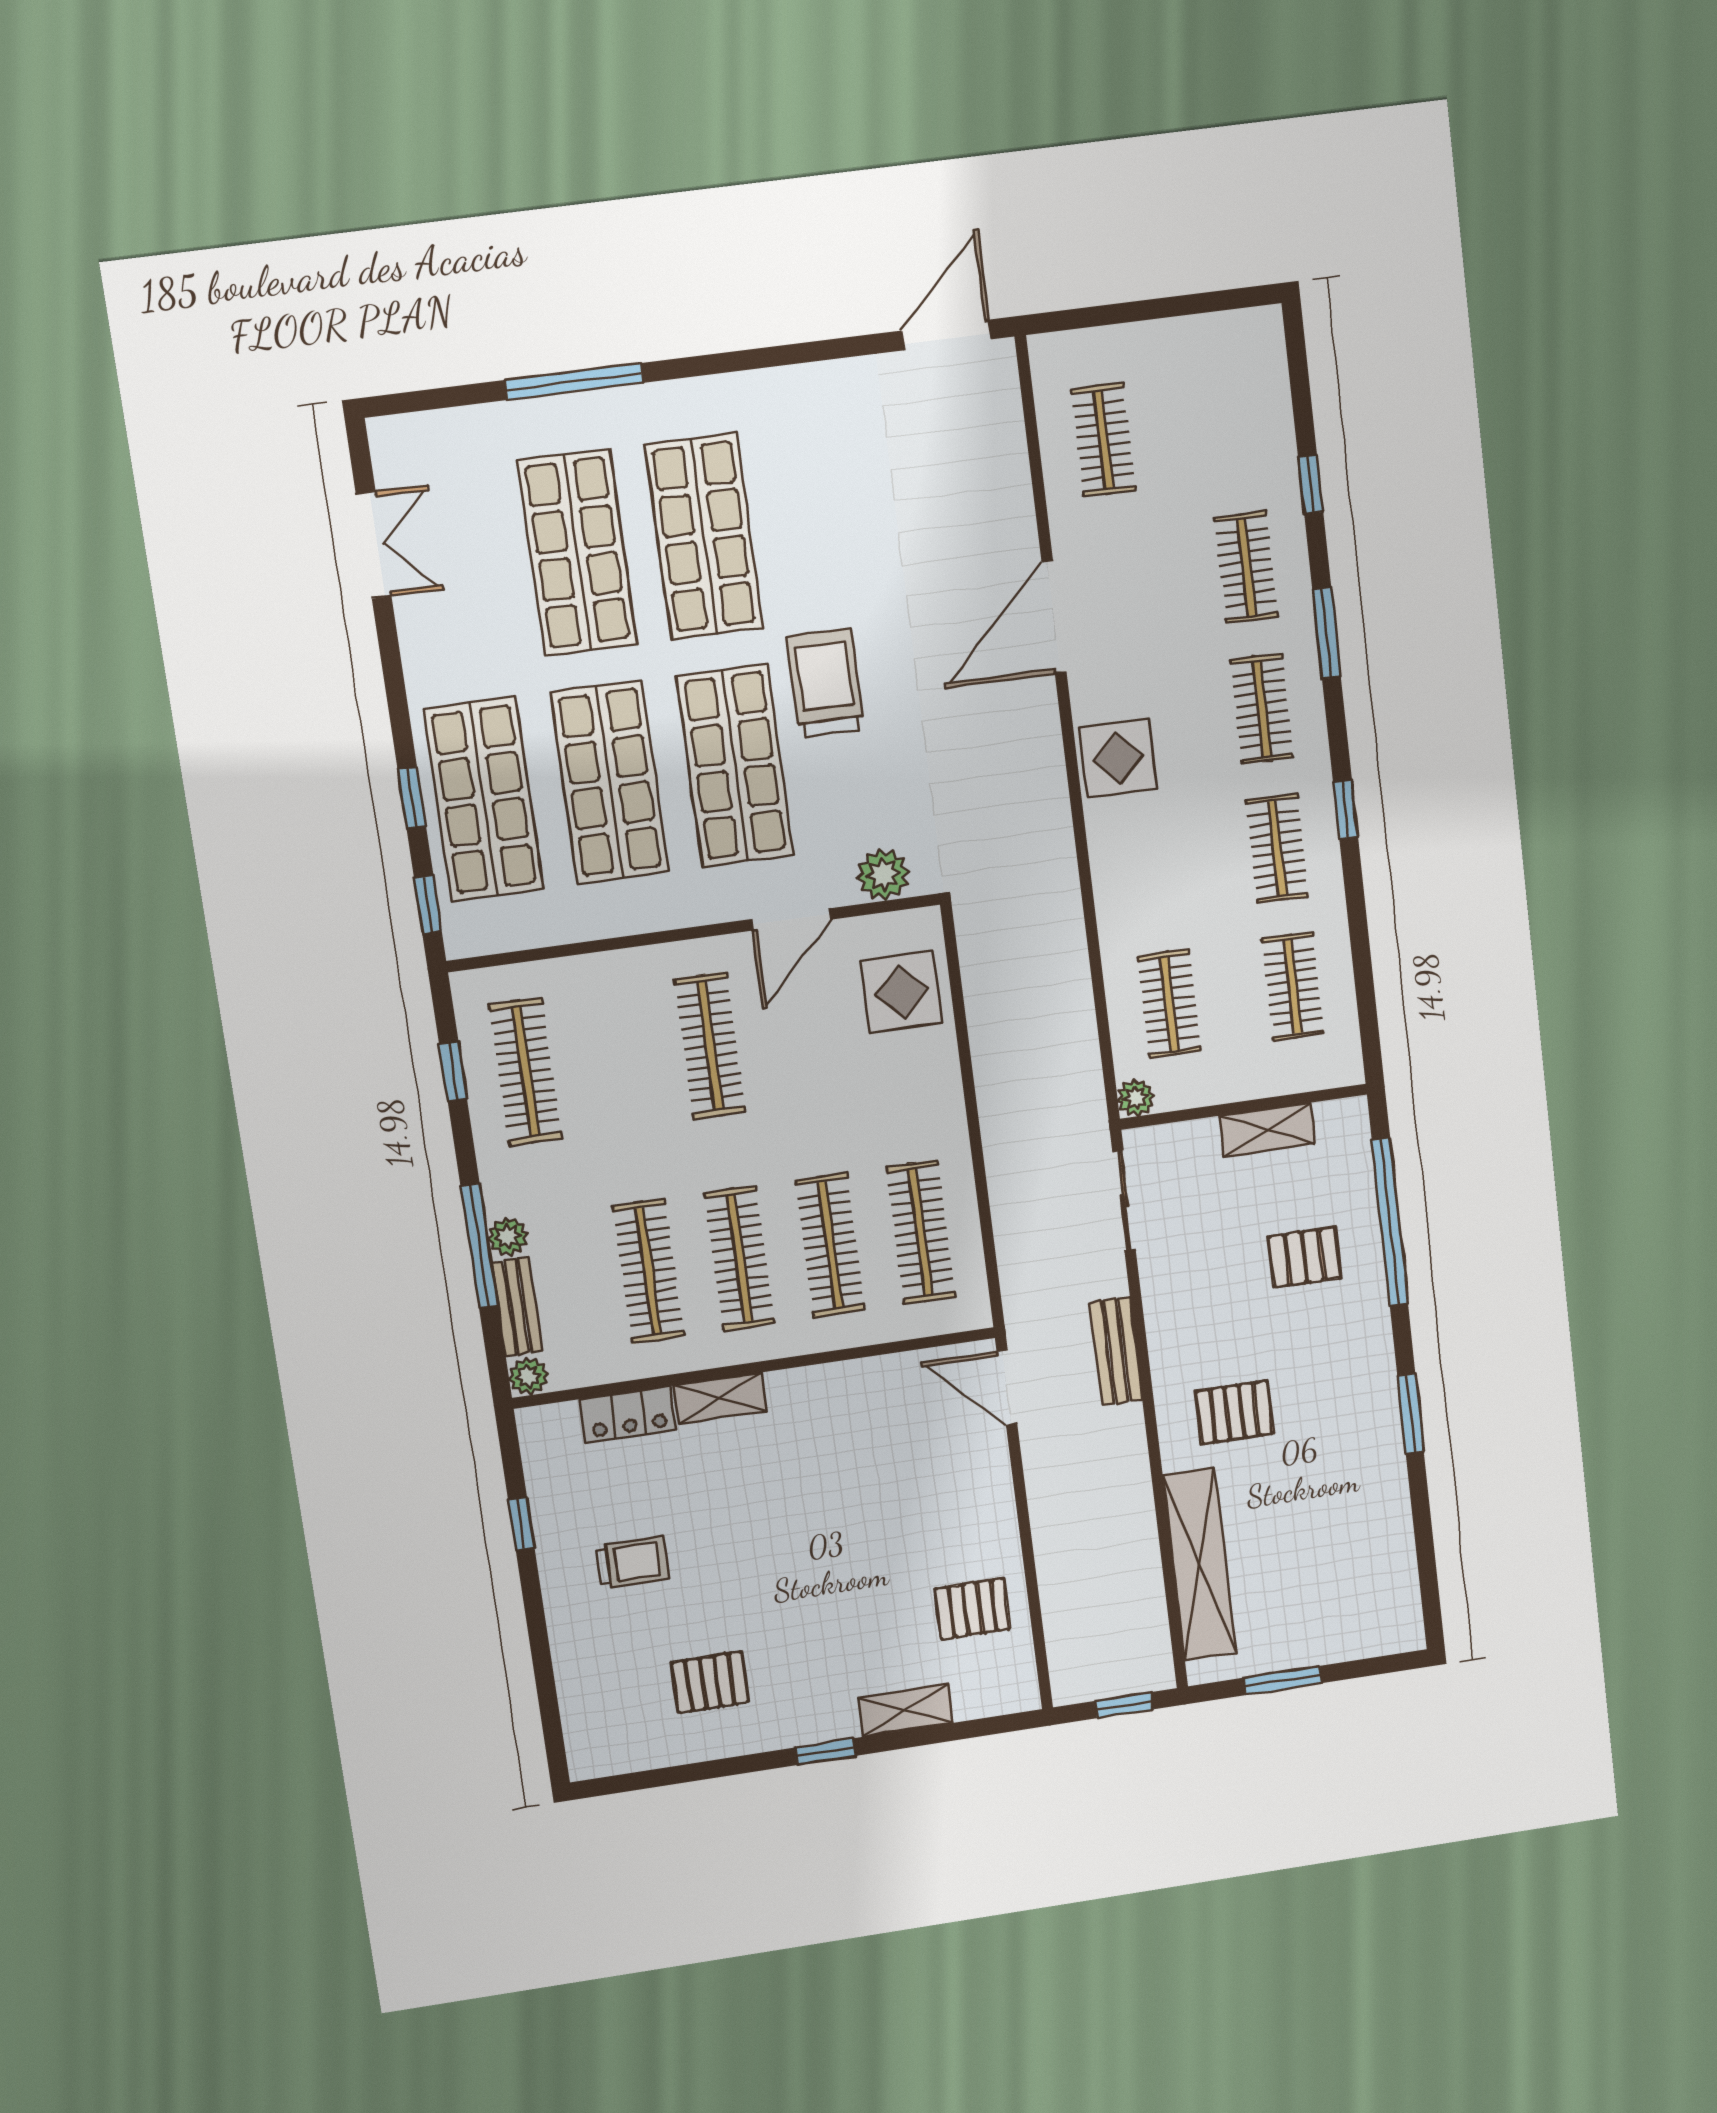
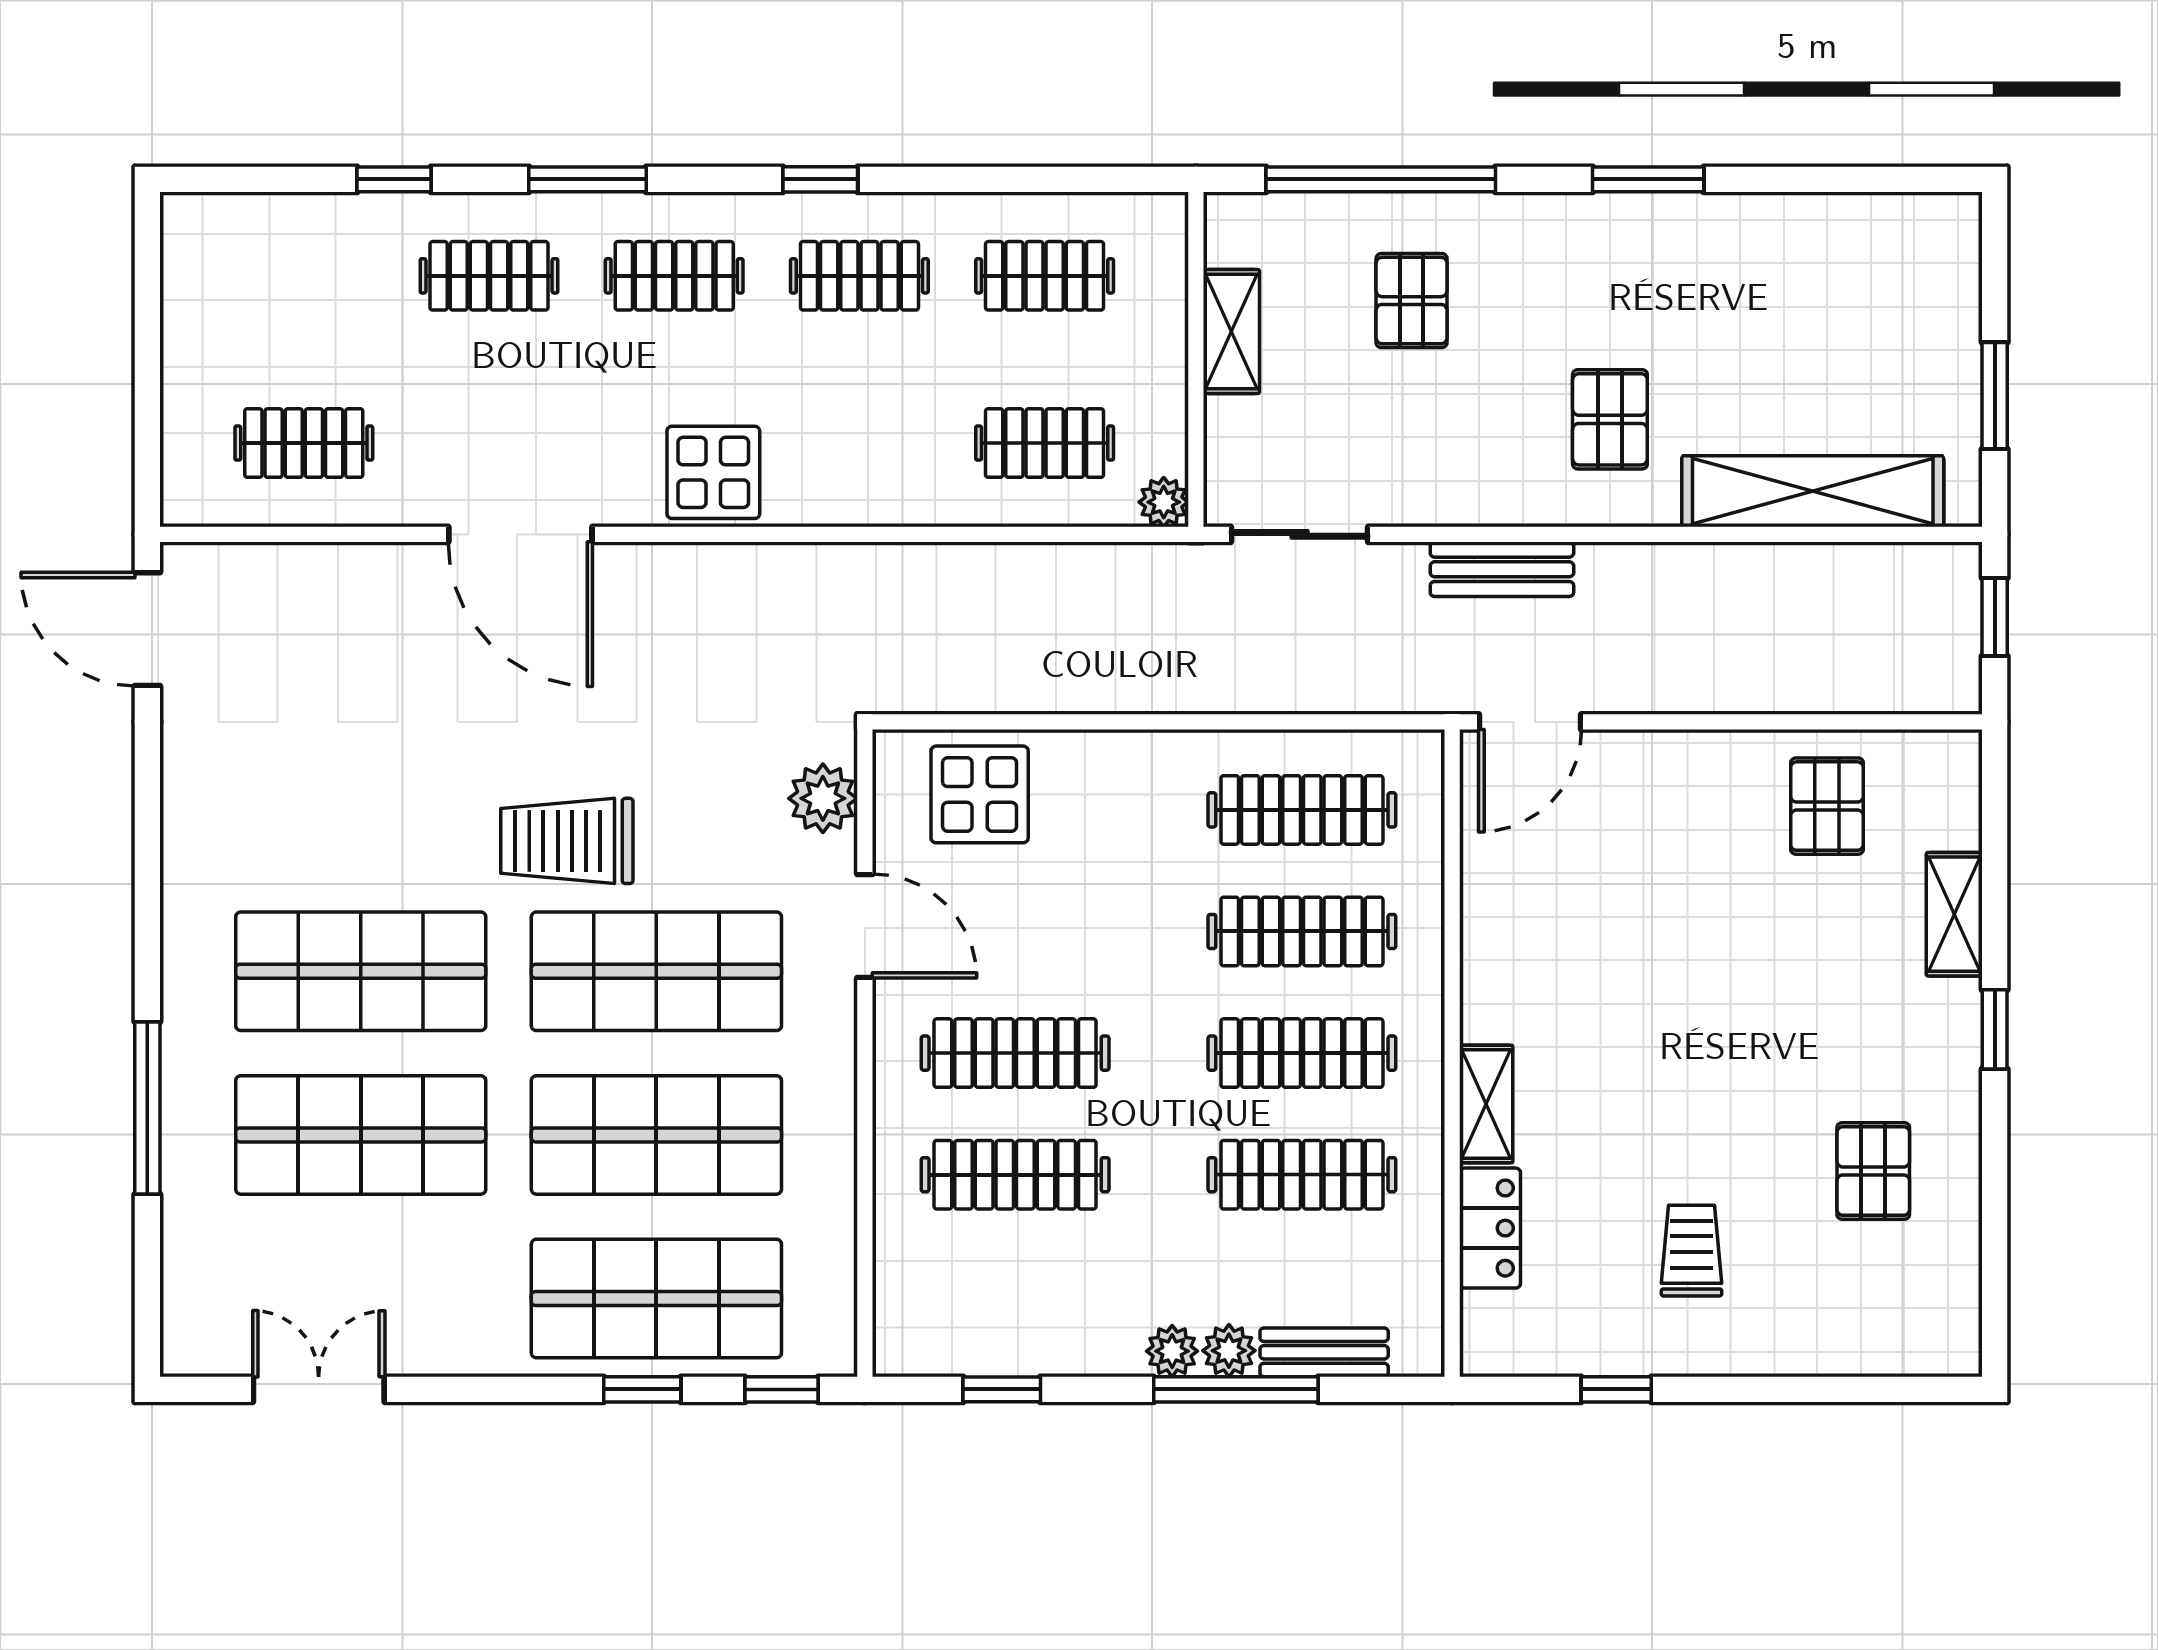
clothes rail: (526, 1072) -> (1015, 1175), moved
plant: (528, 1376) -> (1172, 1351), moved

